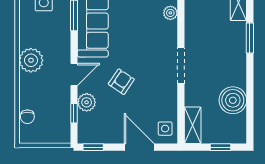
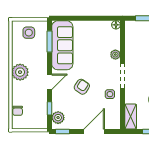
plant: (170, 13) -> (115, 55), moved
plant: (87, 102) -> (58, 118), moved
side table: (165, 129) -> (110, 94), moved
door: (139, 147) -> (94, 131), hinge flipped

